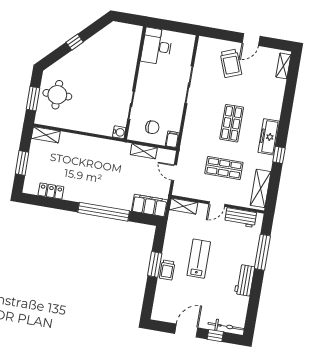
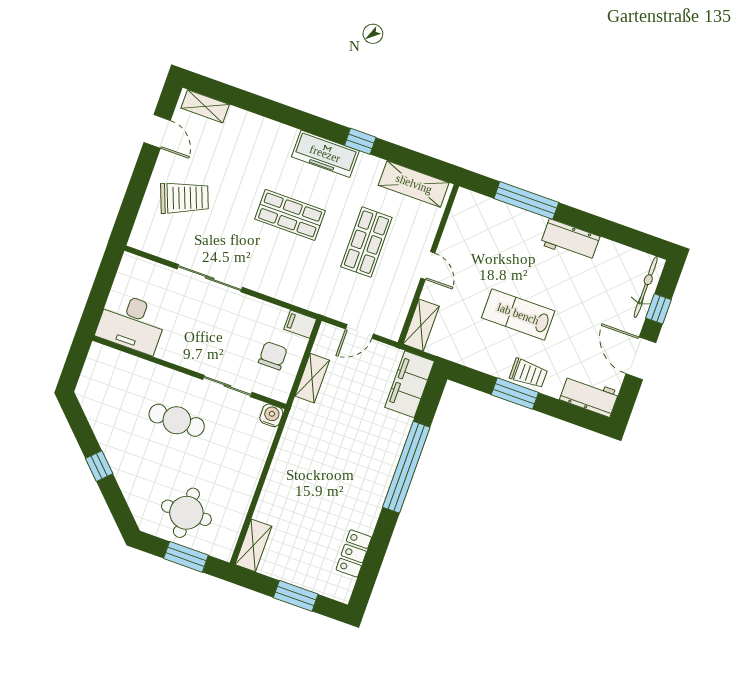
door: (251, 39) -> (157, 131), moved
cafe table: (107, 80) -> (177, 420), added
workbench: (241, 218) -> (589, 396), moved, turned -90

